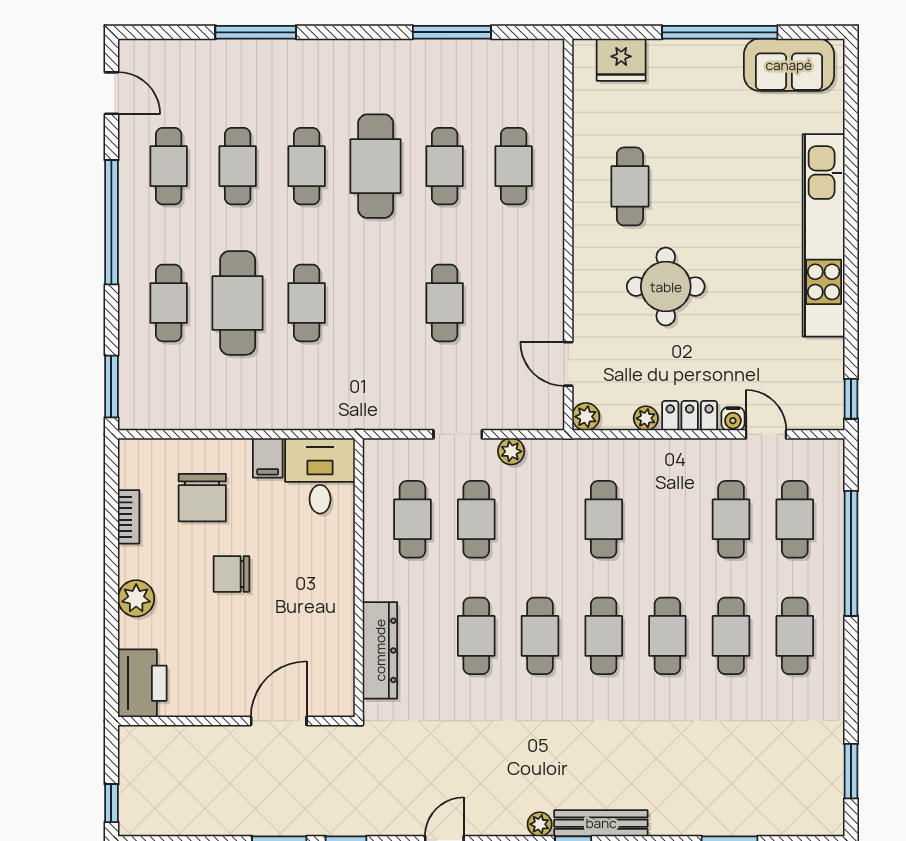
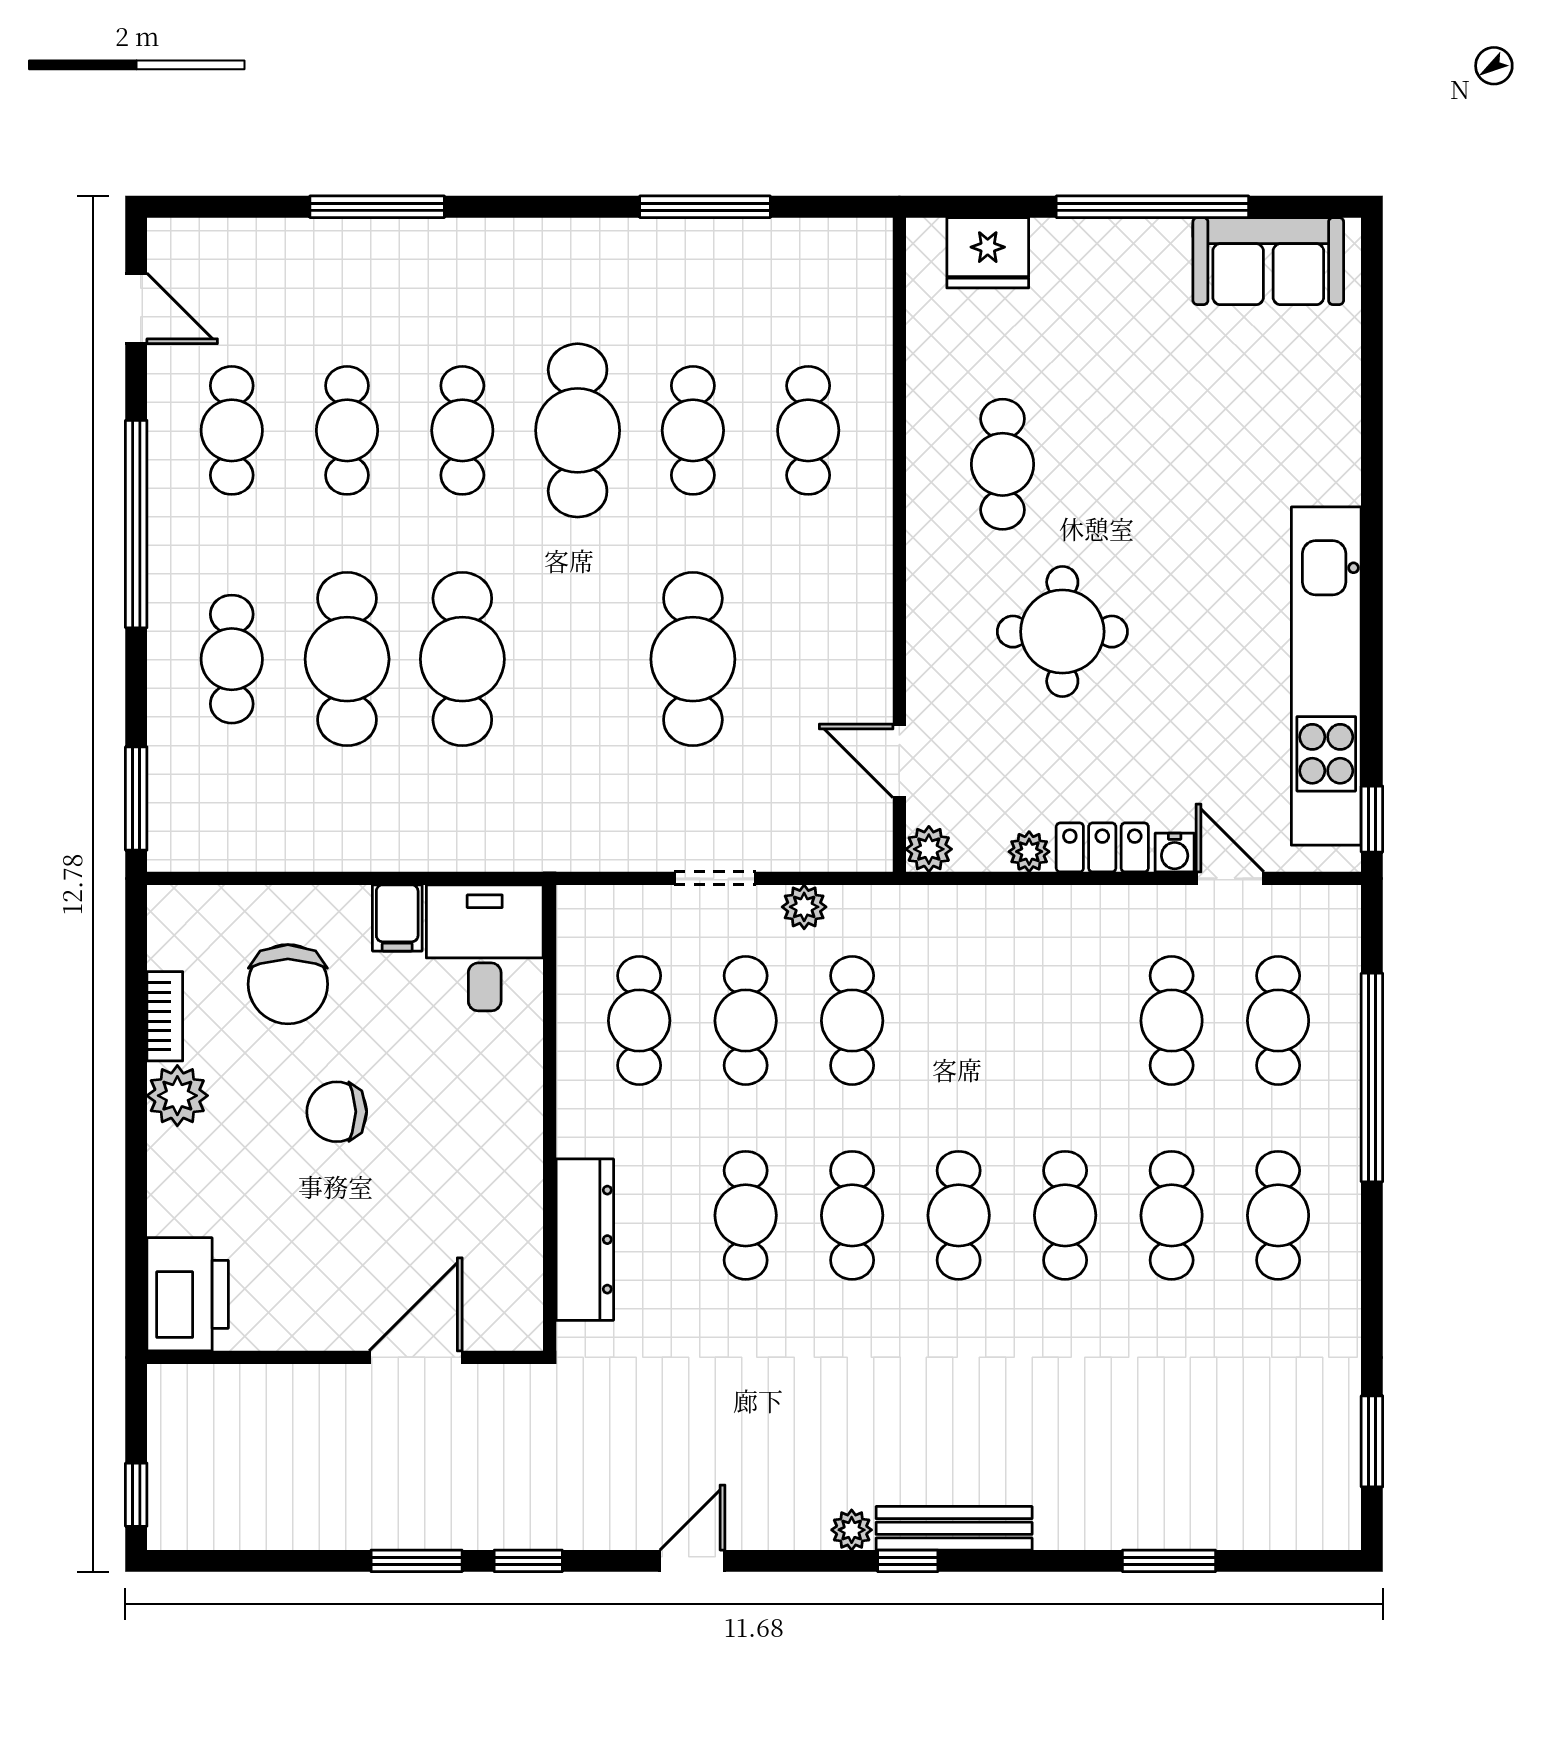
kitchen unit: (824, 235) -> (1326, 676), moved
cafe table: (307, 303) -> (462, 659), width x1.37, depth x1.35
cafe table: (445, 303) -> (693, 659), width x1.37, depth x1.35
cafe table: (604, 519) -> (852, 1021), moved
plant: (136, 598) -> (177, 1096), moved

